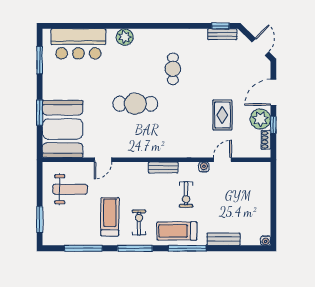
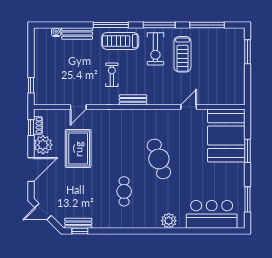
door: (260, 47) -> (43, 212), hinge flipped
cafe table: (135, 104) -> (159, 159), turned 71
rug: (222, 115) -> (78, 149), width x1.36, depth x1.43
window: (273, 125) -> (31, 128), moved
water cooler: (204, 167) -> (95, 100), removed
window: (273, 183) -> (31, 85), added
weight bench: (70, 189) -> (219, 80), removed
exercise bike: (139, 222) -> (155, 49), width x1.38, depth x1.39
treadmill: (177, 231) -> (120, 41), turned 180
water cooler: (266, 241) -> (56, 32), moved

